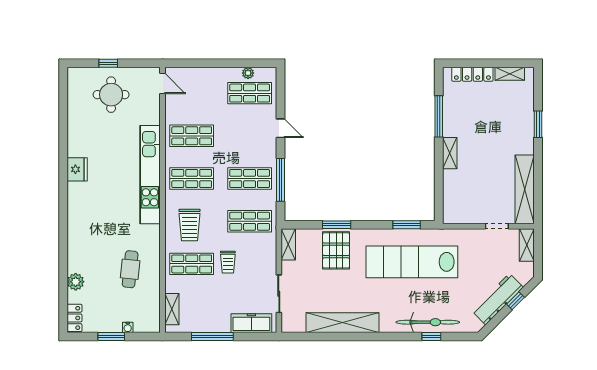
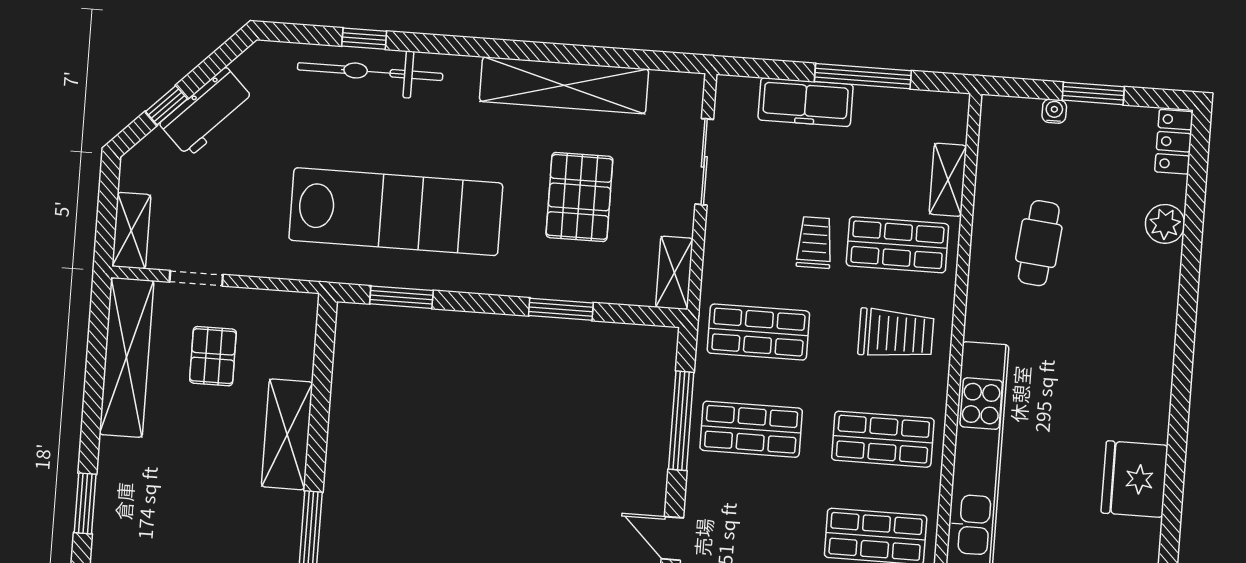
shelving: (450, 153) -> (287, 434), width x1.50, depth x1.33
fridge: (77, 169) -> (1134, 479), width x1.36, depth x1.34
pallet: (487, 193) -> (213, 356), added
trolley: (189, 225) -> (896, 334), turned 90
pallet: (336, 250) -> (579, 197), moved
workbench: (498, 299) -> (207, 112), width x0.73
shelving: (172, 309) -> (948, 180), moved
freezer: (251, 323) -> (806, 102), moved

